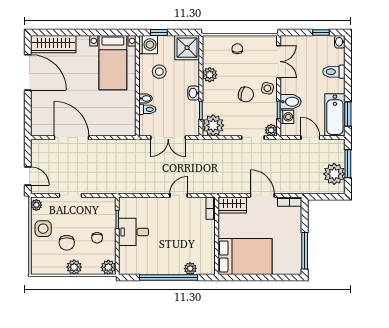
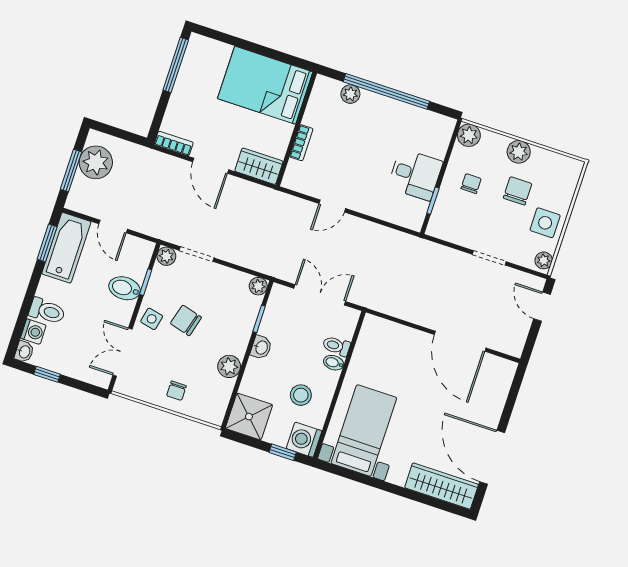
washing machine: (287, 117) -> (33, 332), moved, turned 180
plant: (213, 125) -> (258, 286), width x0.53, depth x0.53
bookcase: (211, 208) -> (301, 143), moved

